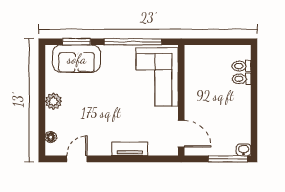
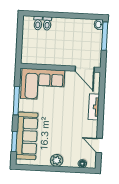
window: (133, 42) -> (16, 101), width x0.68
sofa: (77, 59) -> (27, 136), width x1.36
door: (181, 134) -> (85, 69), swing flipped

